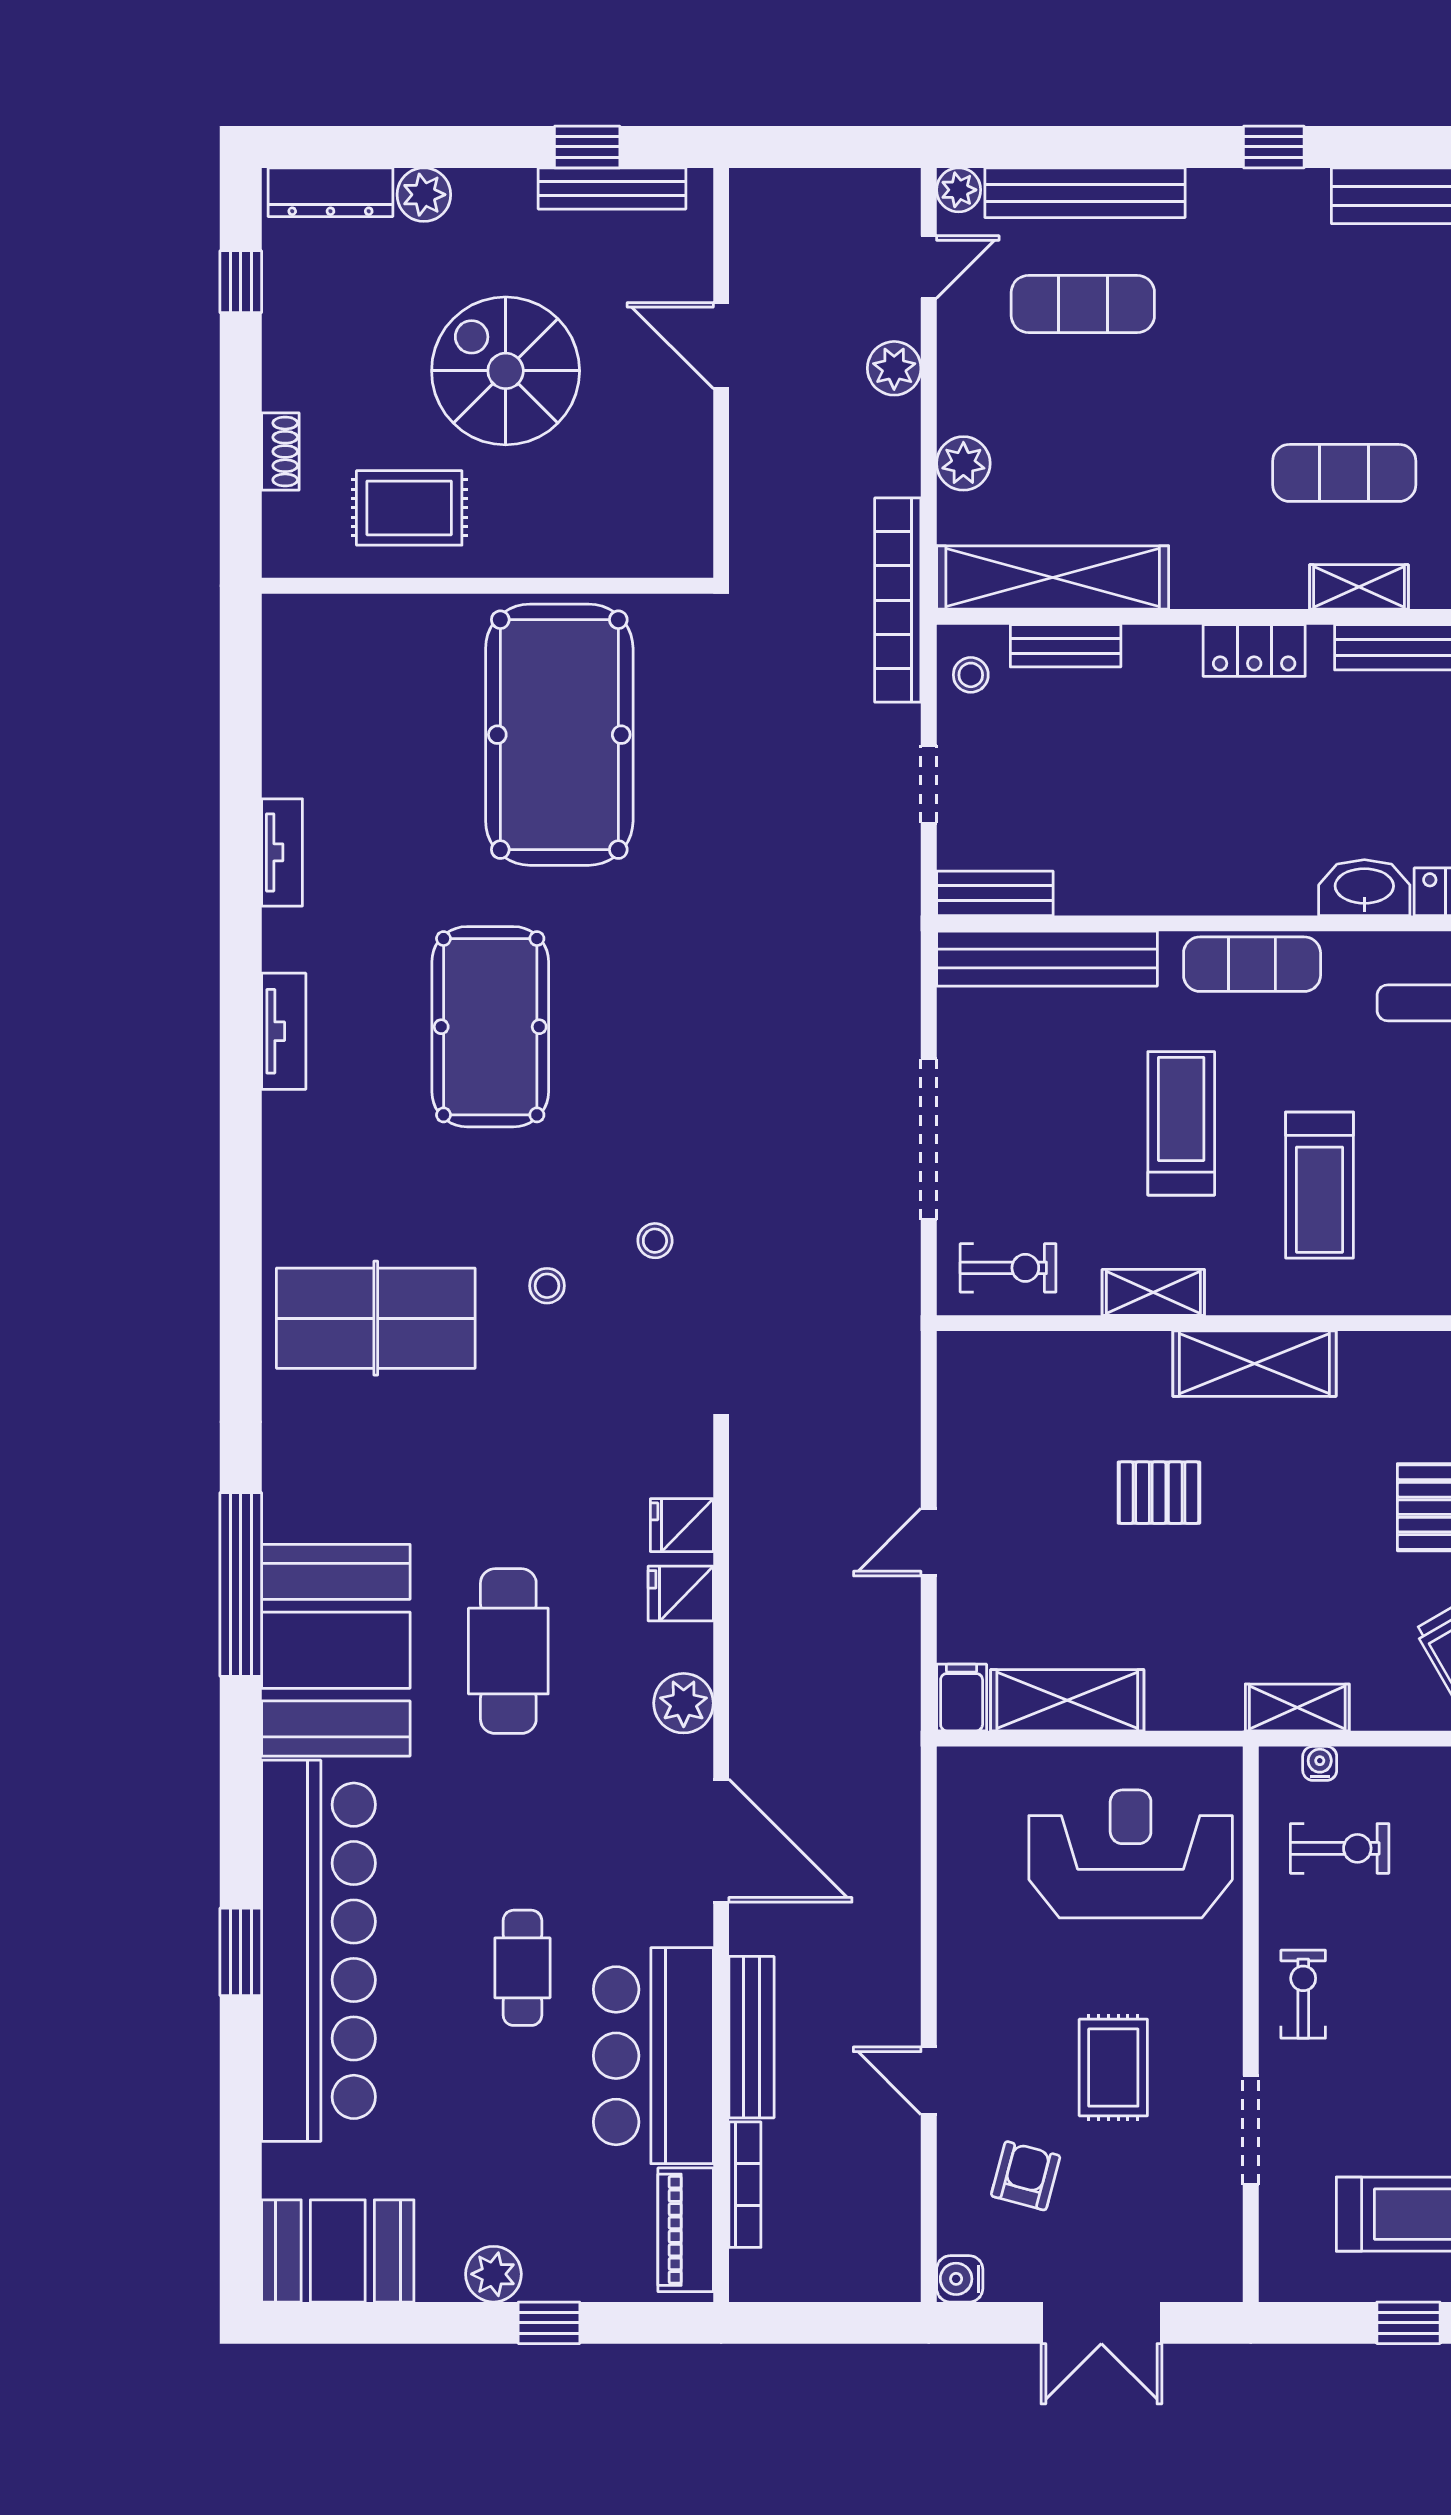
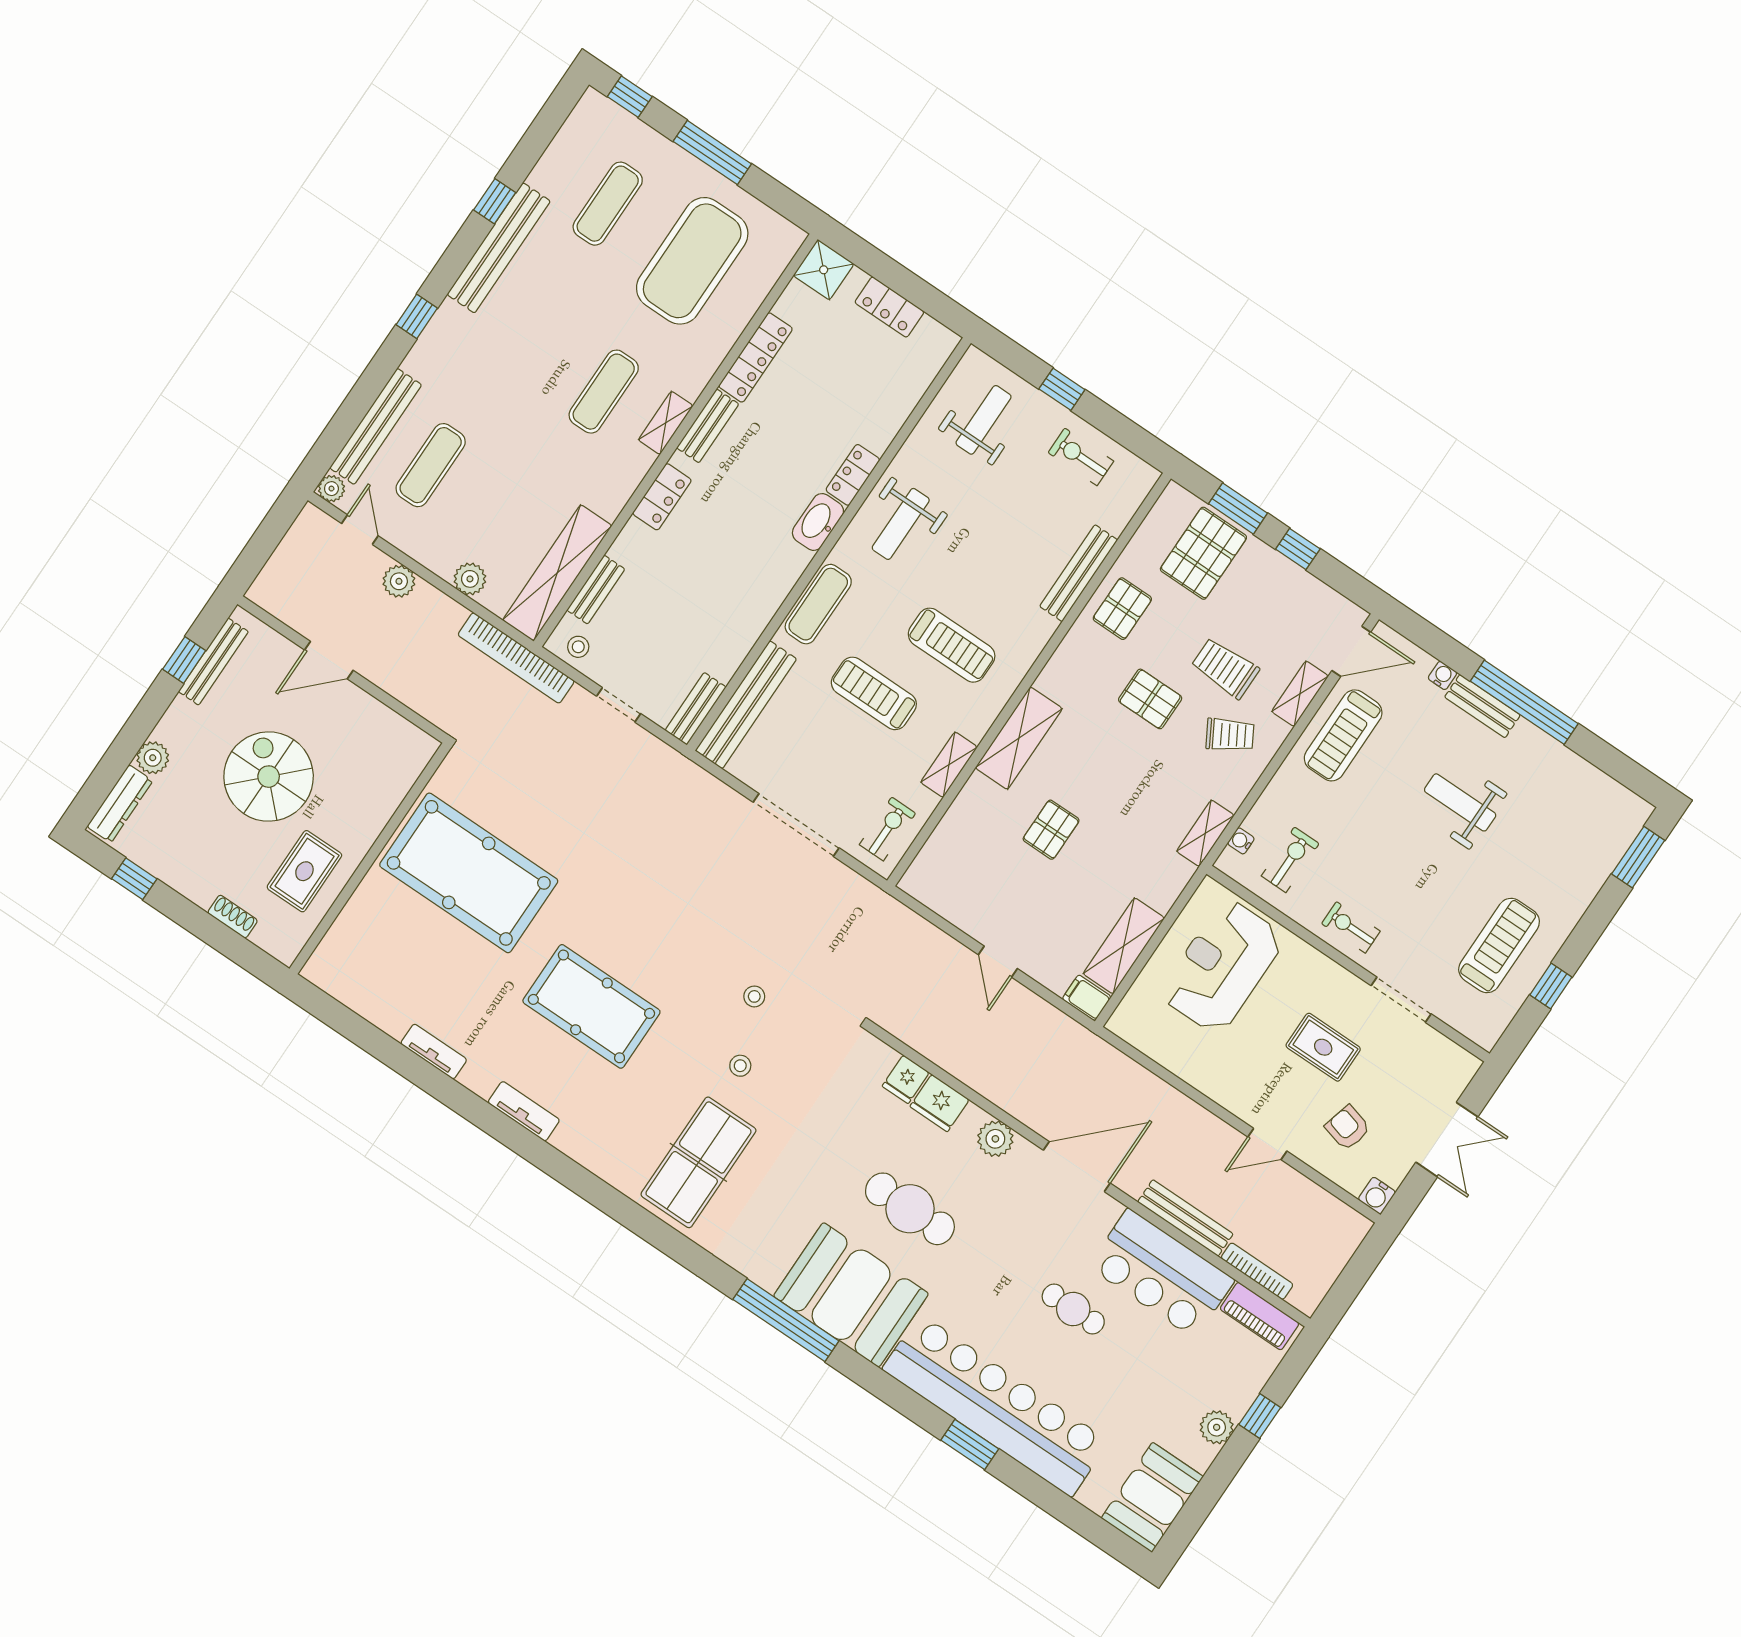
spiral stairs: (506, 371) -> (269, 777), turned 90
fridge: (681, 1594) -> (940, 1103), width x1.38

